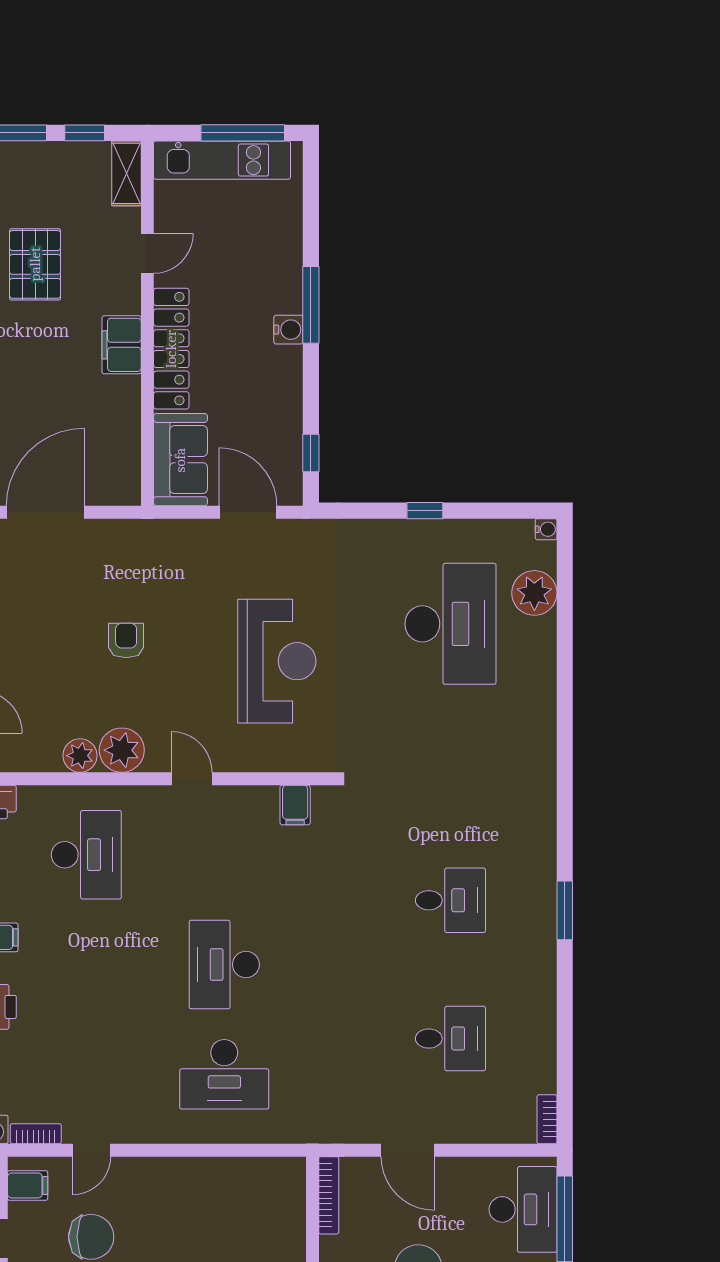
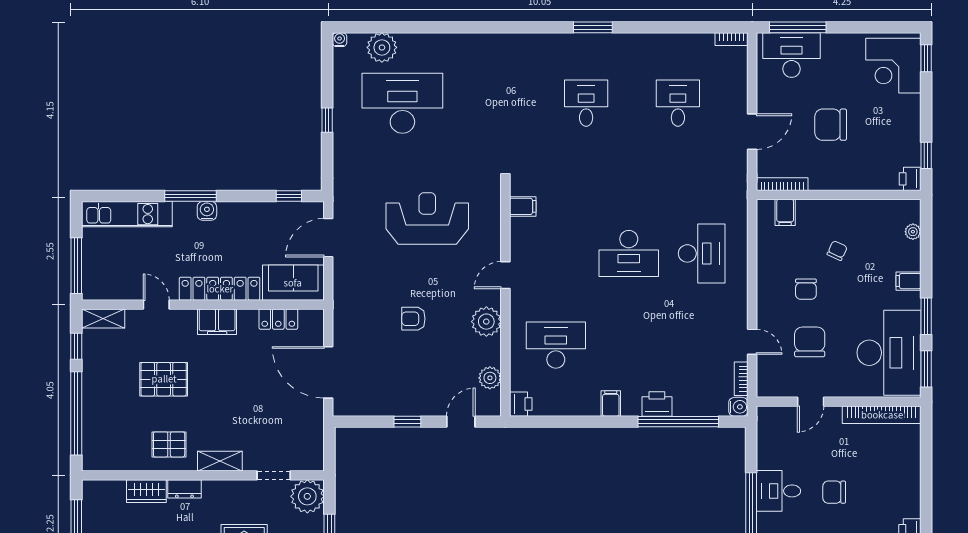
window: (243, 133) -> (76, 266), moved
kitchen unit: (222, 160) -> (127, 214), moved, turned 90
locker: (126, 437) -> (278, 319), added
plant: (80, 756) -> (490, 378), moved
filing cabinet: (28, 1185) -> (785, 212), moved, turned 180
chair: (171, 1231) -> (806, 289), added

